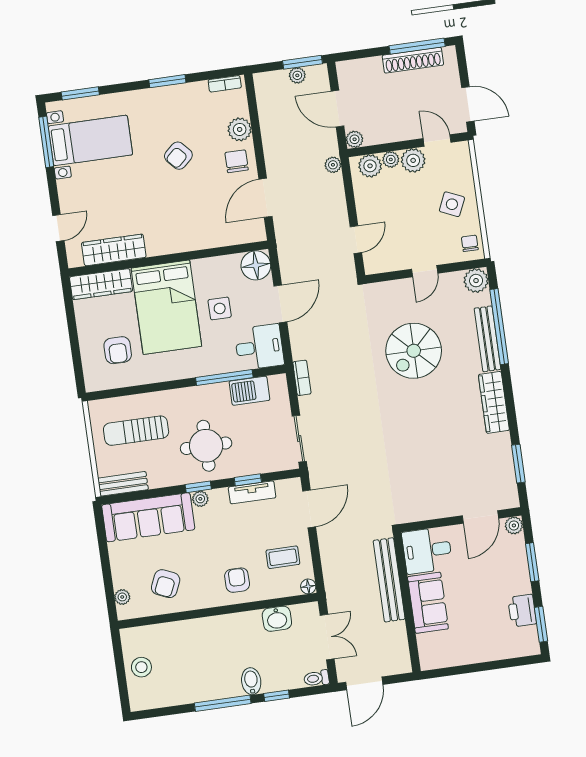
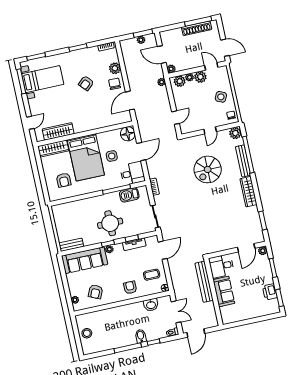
sun lounger: (136, 431) -> (76, 218), removed

